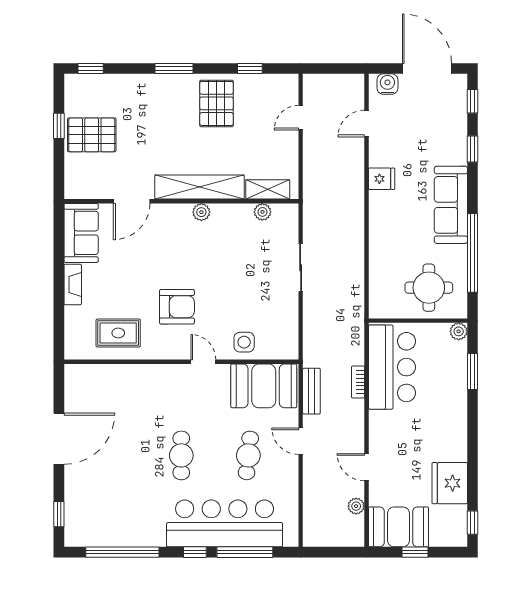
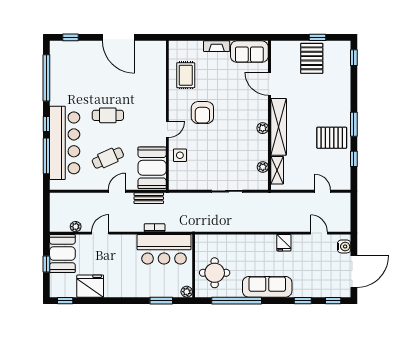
window: (174, 69) -> (354, 124), moved
cafe table: (248, 455) -> (108, 158), turned -30

